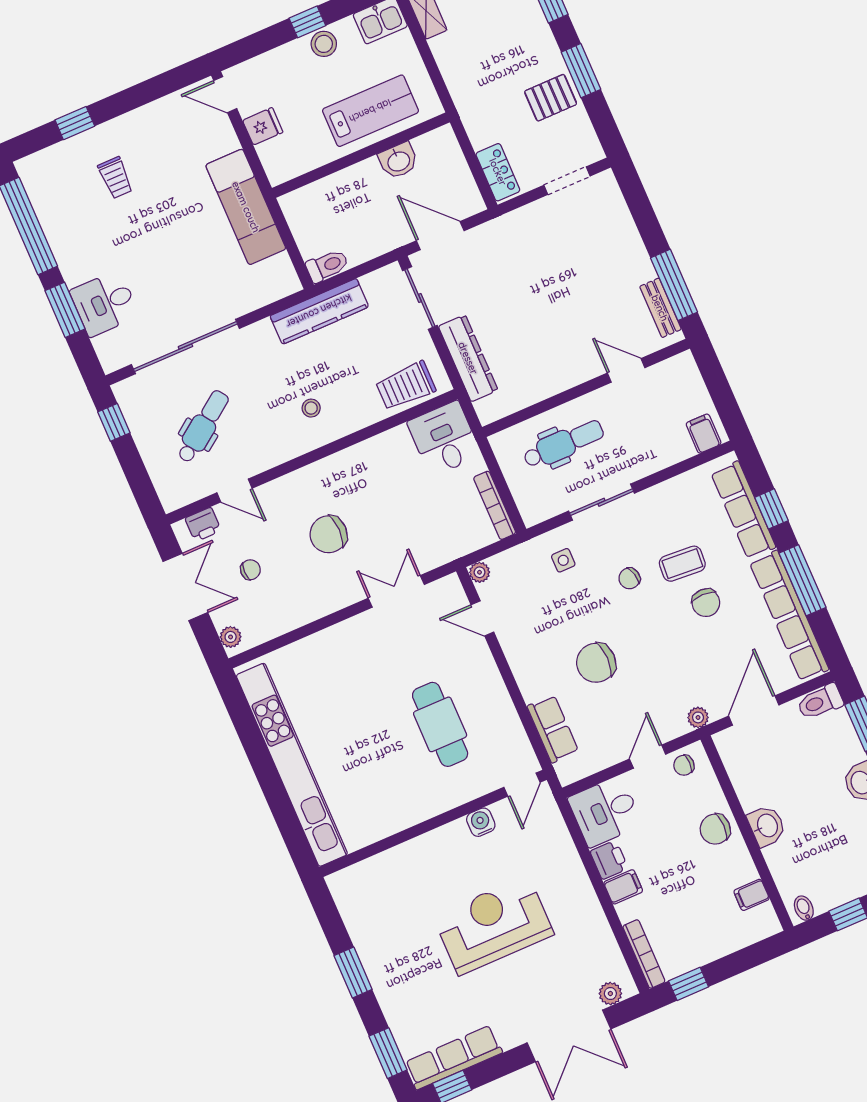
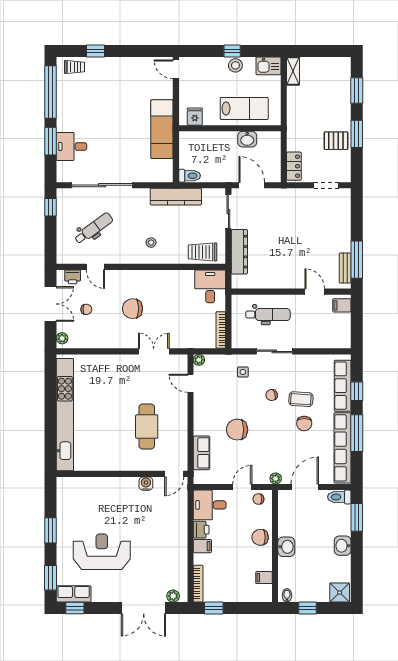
fridge: (263, 126) -> (195, 117), moved, turned -90
trolley: (115, 178) -> (74, 67), moved, turned -90
filing cabinet: (704, 434) -> (342, 305), moved, turned -90
reception desk: (493, 925) -> (102, 552), moved
row of seats: (454, 1058) -> (74, 594), width x0.68

